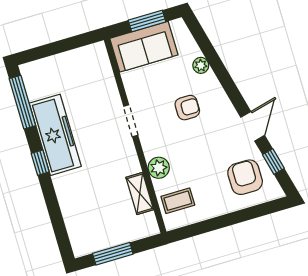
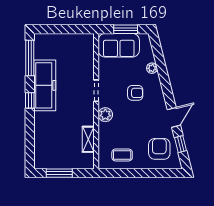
plant: (159, 168) -> (105, 115), moved
coffee table: (178, 201) -> (122, 155), moved

